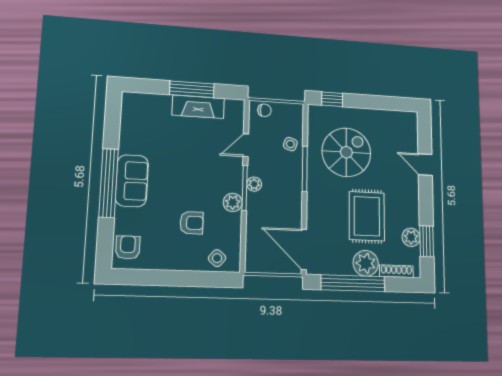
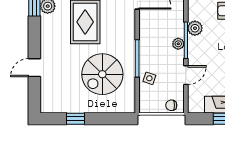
window: (332, 99) -> (76, 119), moved
door: (425, 165) -> (34, 68), swing flipped

